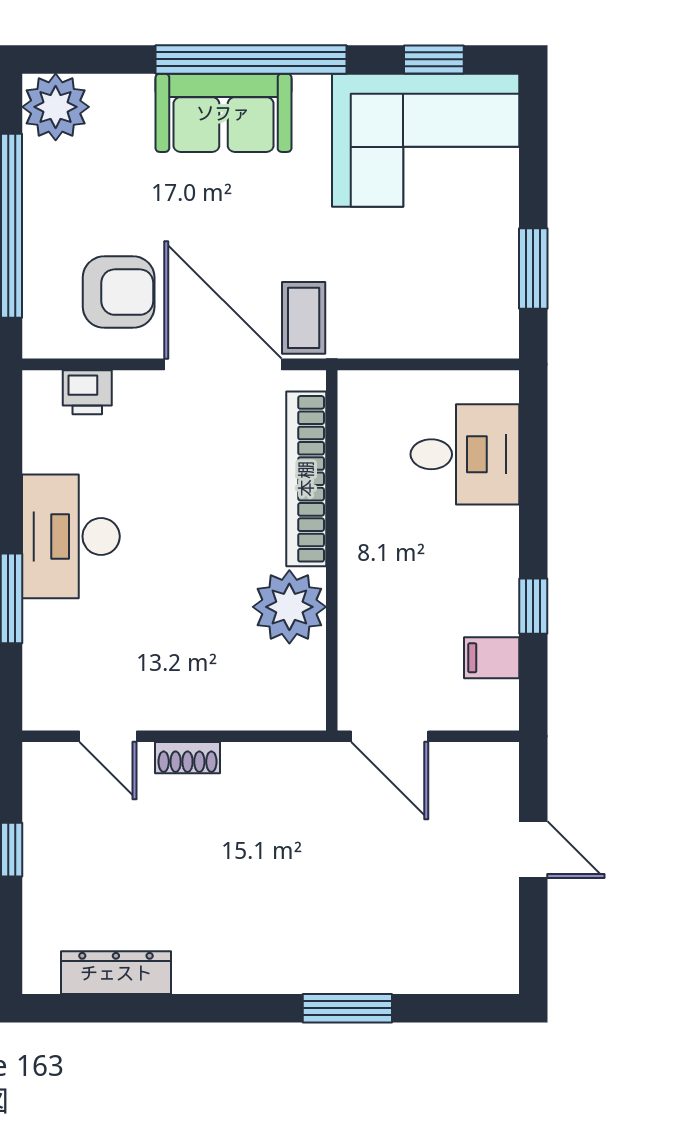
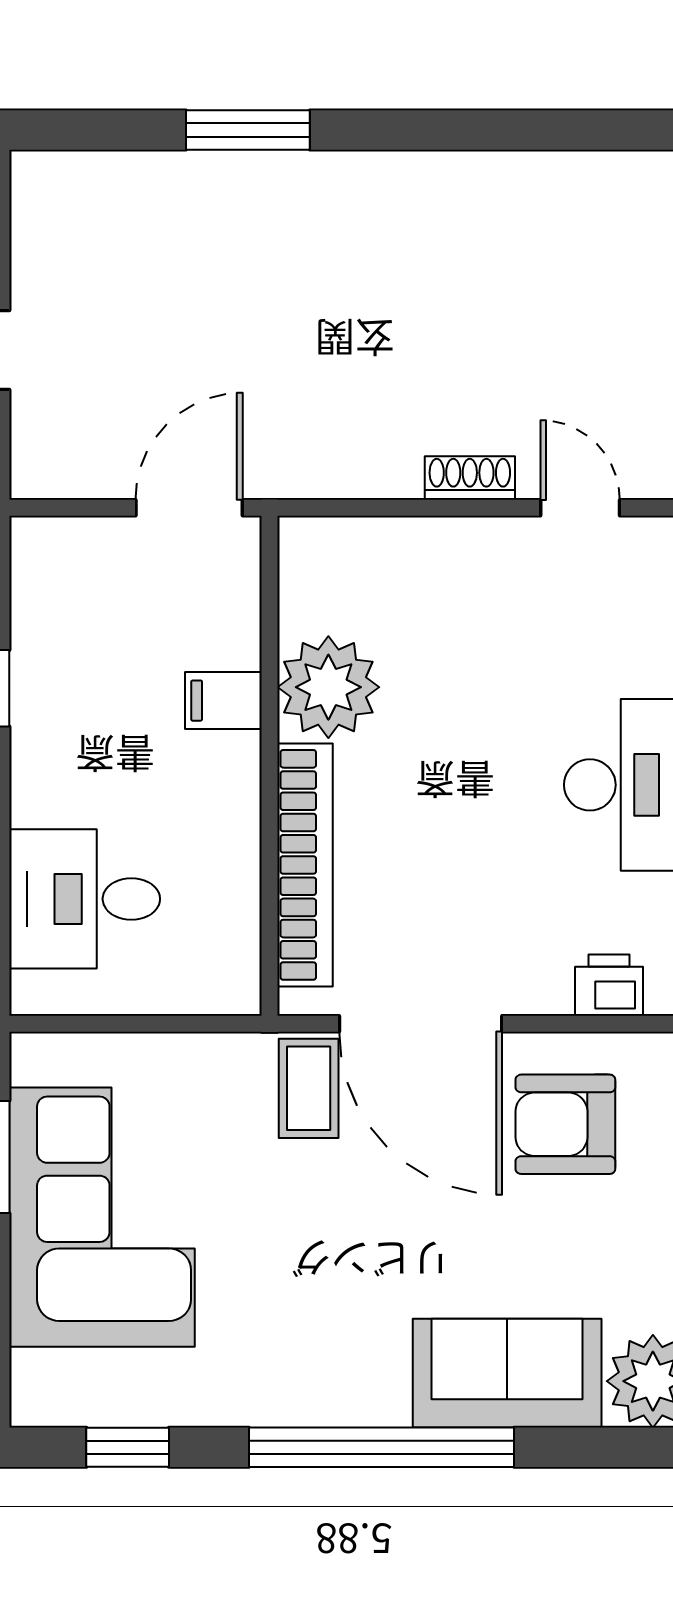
sofa: (223, 113) -> (507, 1373), moved
corner sofa: (426, 140) -> (102, 1217), moved, turned 90
filing cabinet: (492, 658) -> (223, 701), moved, turned 180
door: (390, 736) -> (189, 508), hinge flipped
dresser: (116, 973) -> (569, 179), removed

